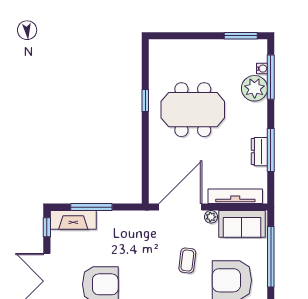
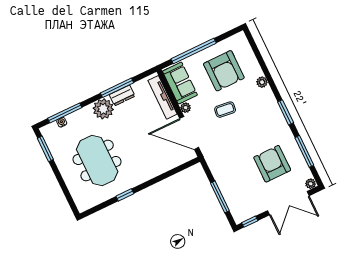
plant: (255, 88) -> (103, 109), moved
meeting table: (193, 110) -> (97, 160), moved
fireplace: (73, 220) -> (235, 205), removed

